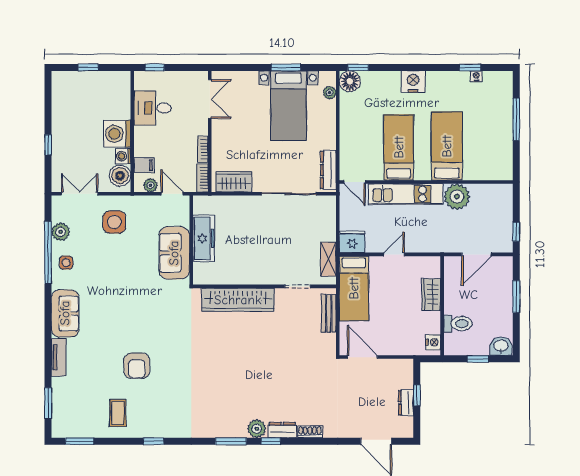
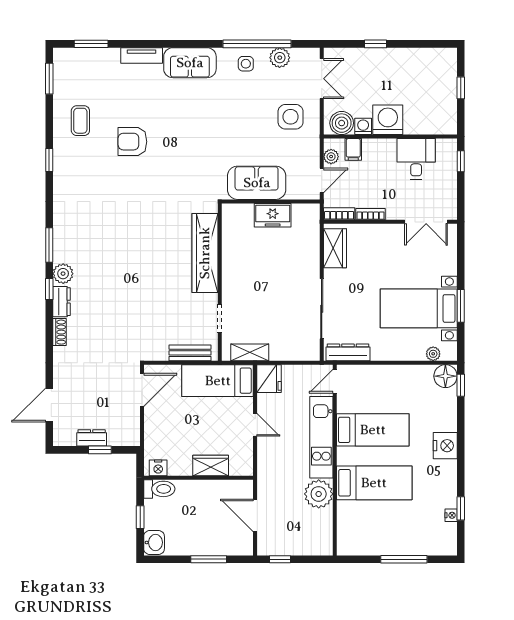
freezer: (204, 238) -> (273, 215), width x0.71
toilet: (458, 324) -> (159, 489), moved, turned -90
coffee table: (118, 413) -> (80, 121), turned 90

